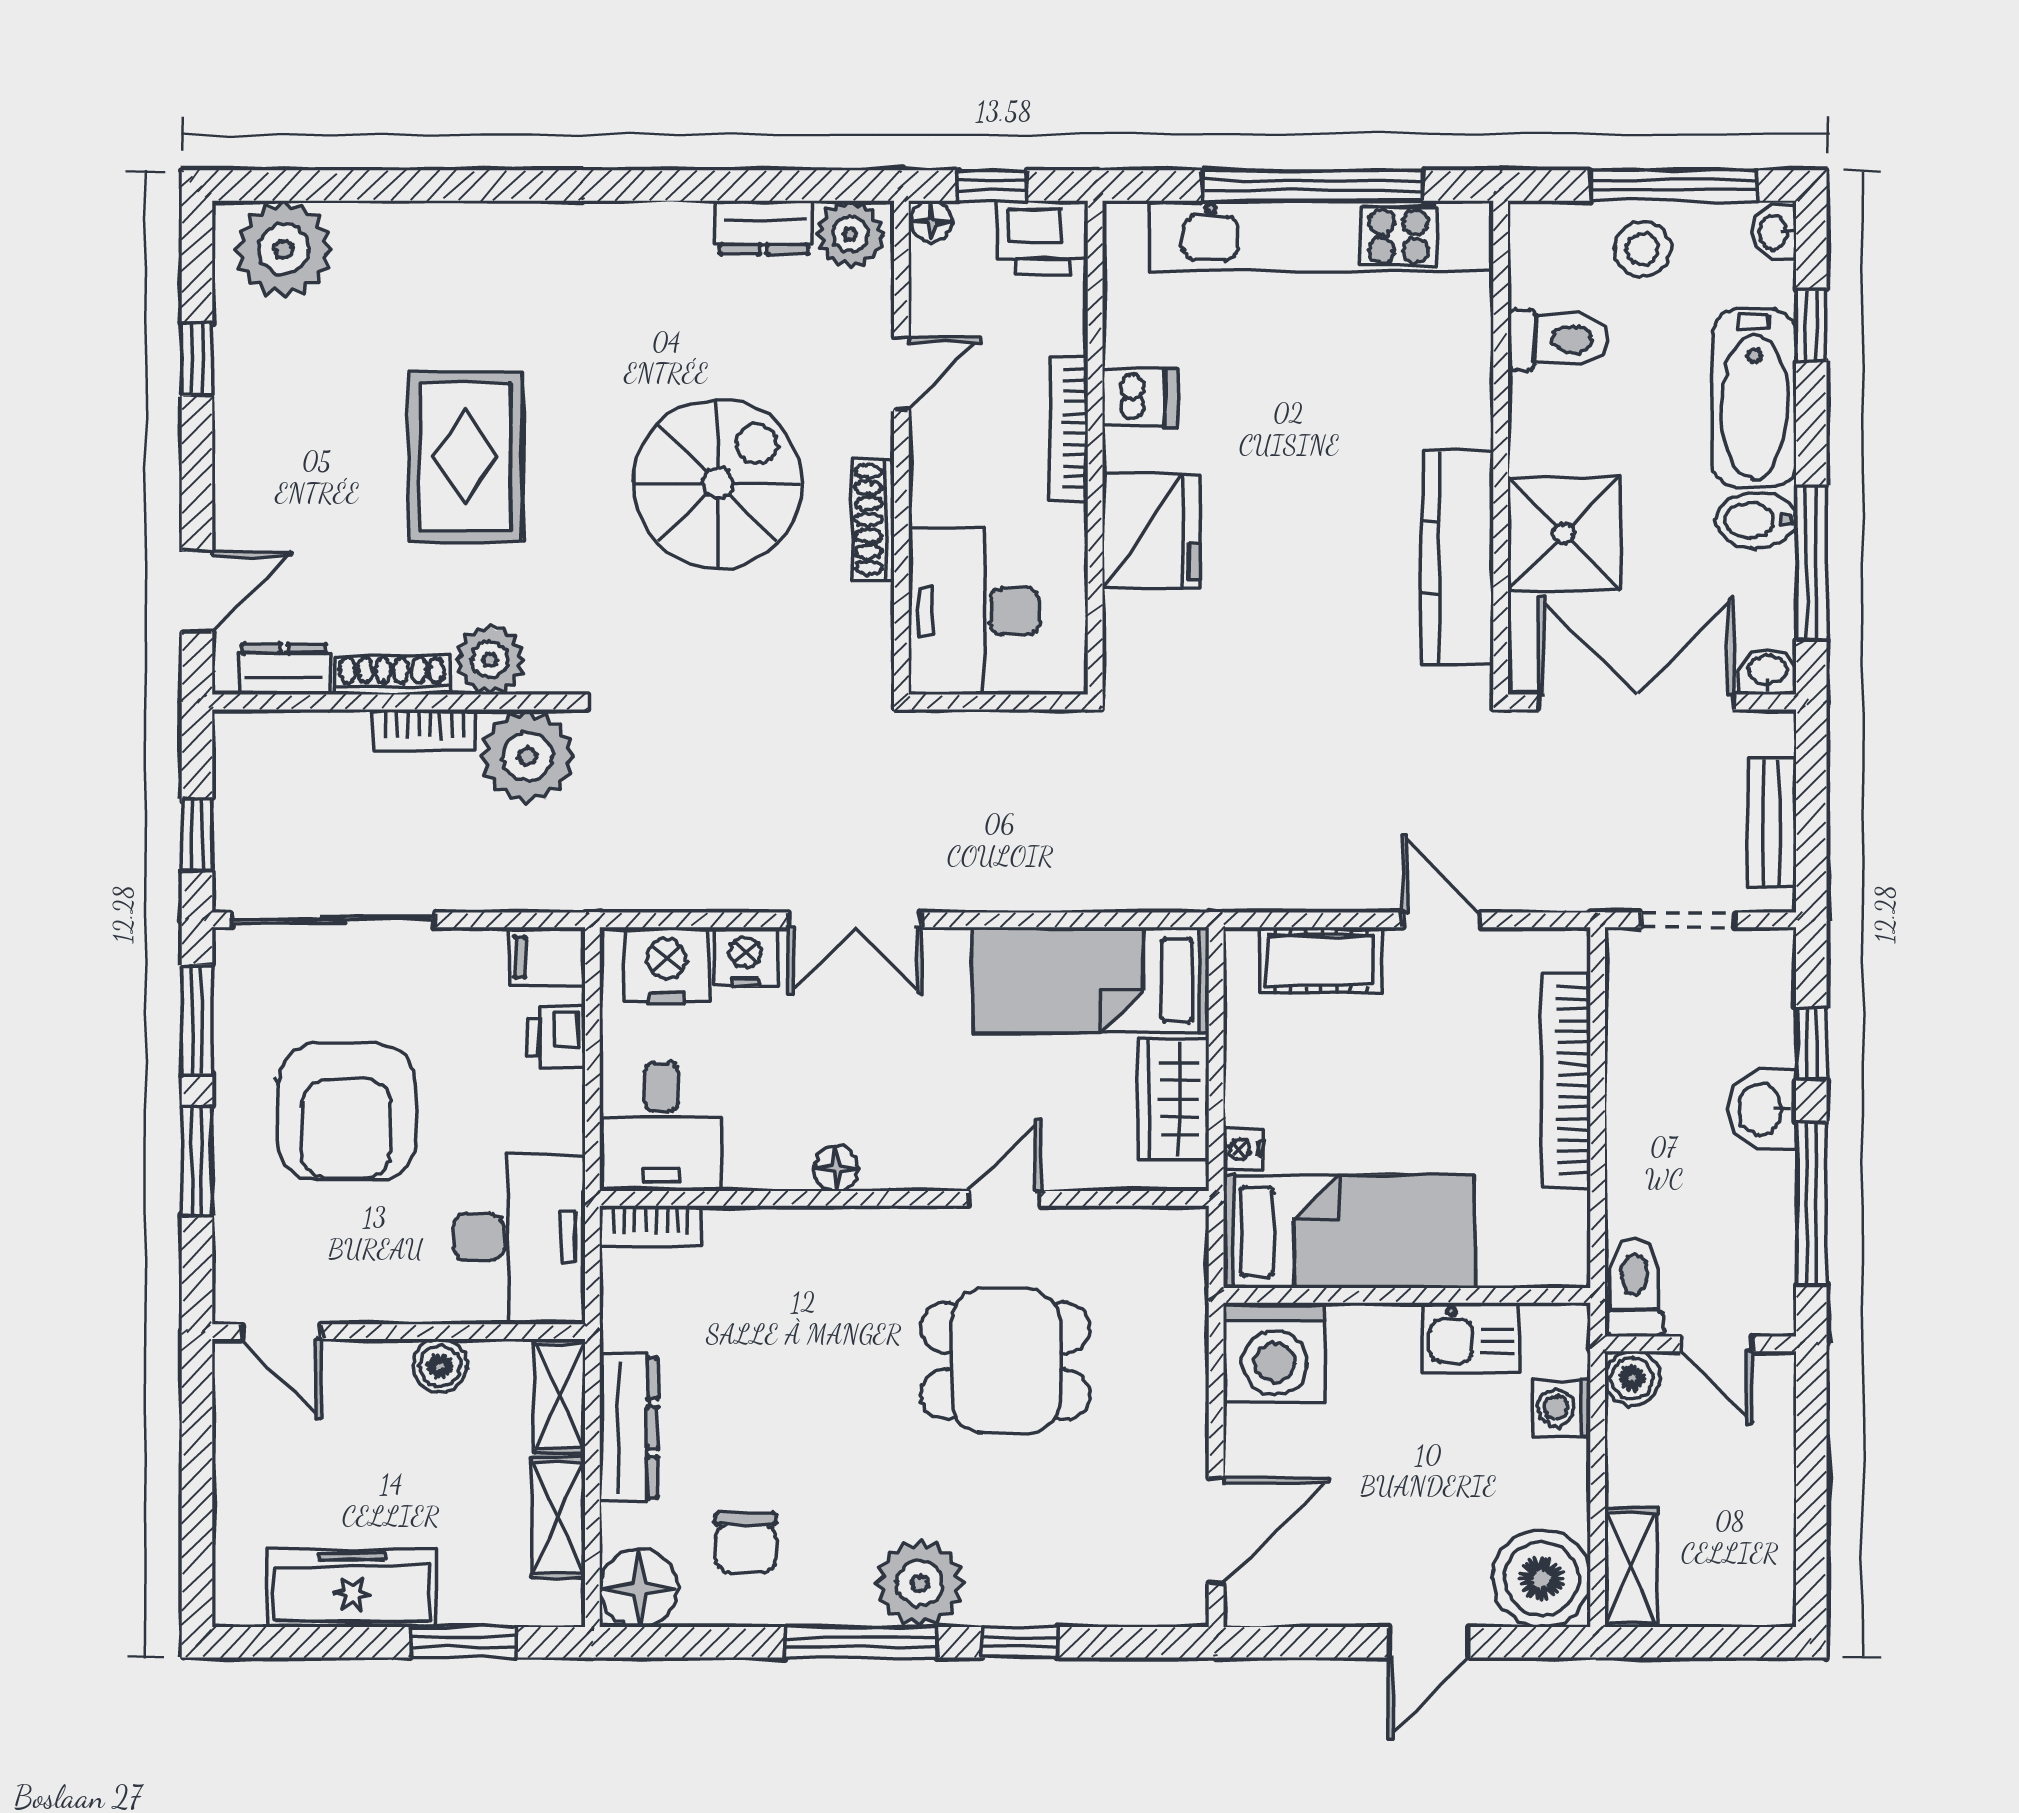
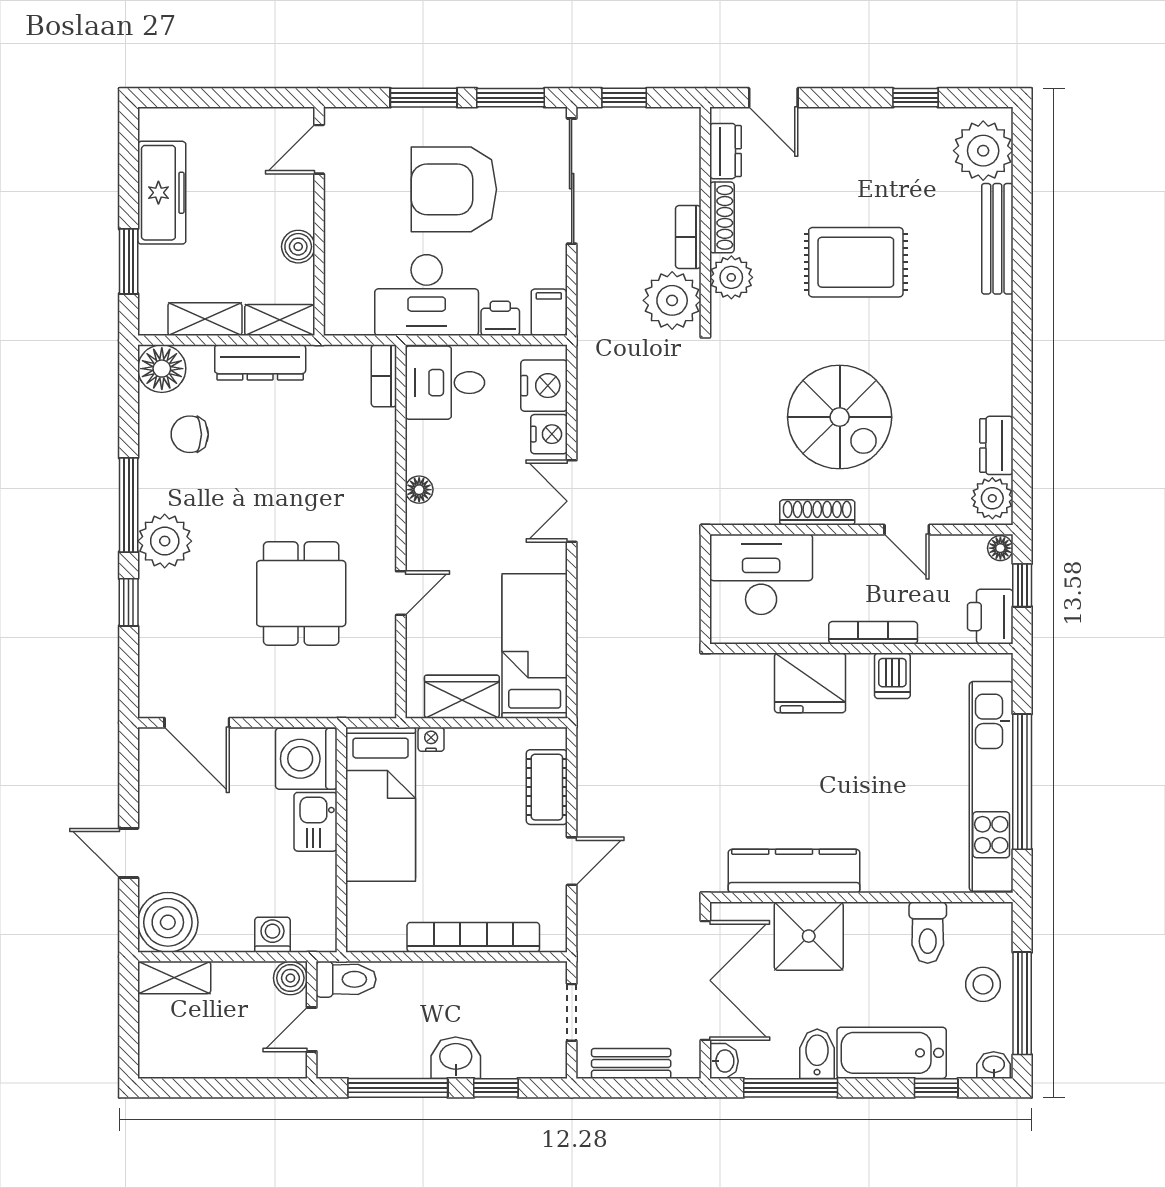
bench: (427, 226) -> (997, 239), added
door: (1005, 1198) -> (401, 593), hinge flipped
desk: (519, 1237) -> (427, 295), moved
kitchen sink: (1471, 1337) -> (316, 822), moved

